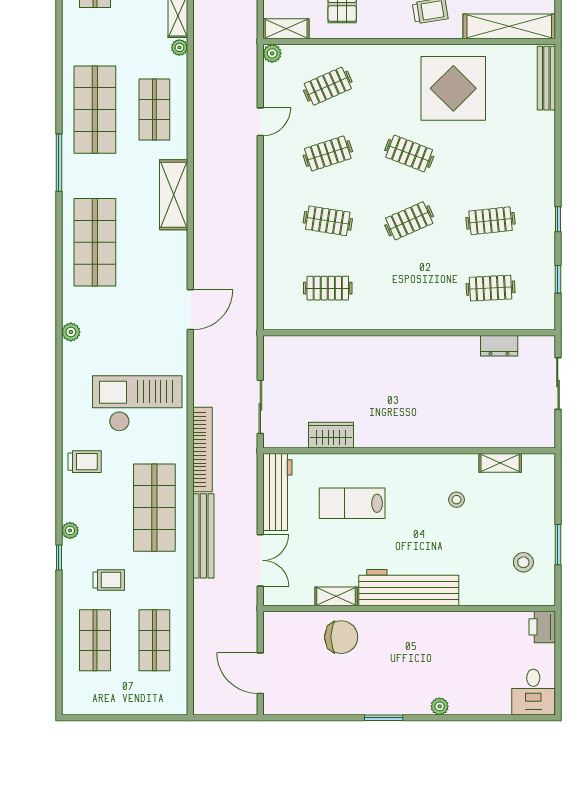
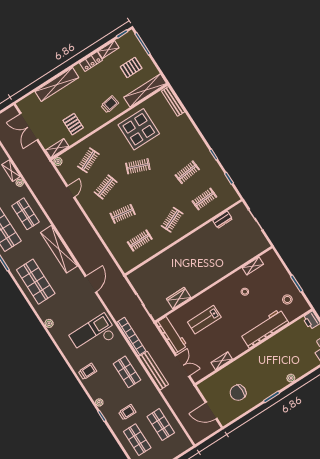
shelving: (174, 195) -> (59, 249), width x1.47
clothes rail: (409, 221) -> (172, 220), moved
shop shelf: (154, 508) -> (127, 372), width x0.70, depth x0.74
workbench: (409, 588) -> (264, 328), moved
chair: (341, 637) -> (238, 393), moved, turned 180

